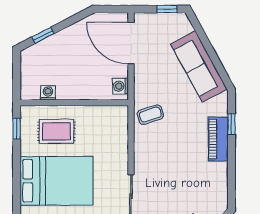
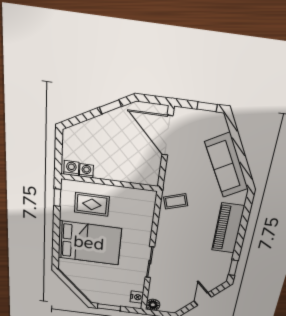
window: (43, 35) -> (110, 107), moved
washing machine: (120, 86) -> (71, 168), moved, turned 90
window: (231, 124) -> (233, 268), moved
piano: (218, 139) -> (228, 228), width x1.37, depth x1.33

